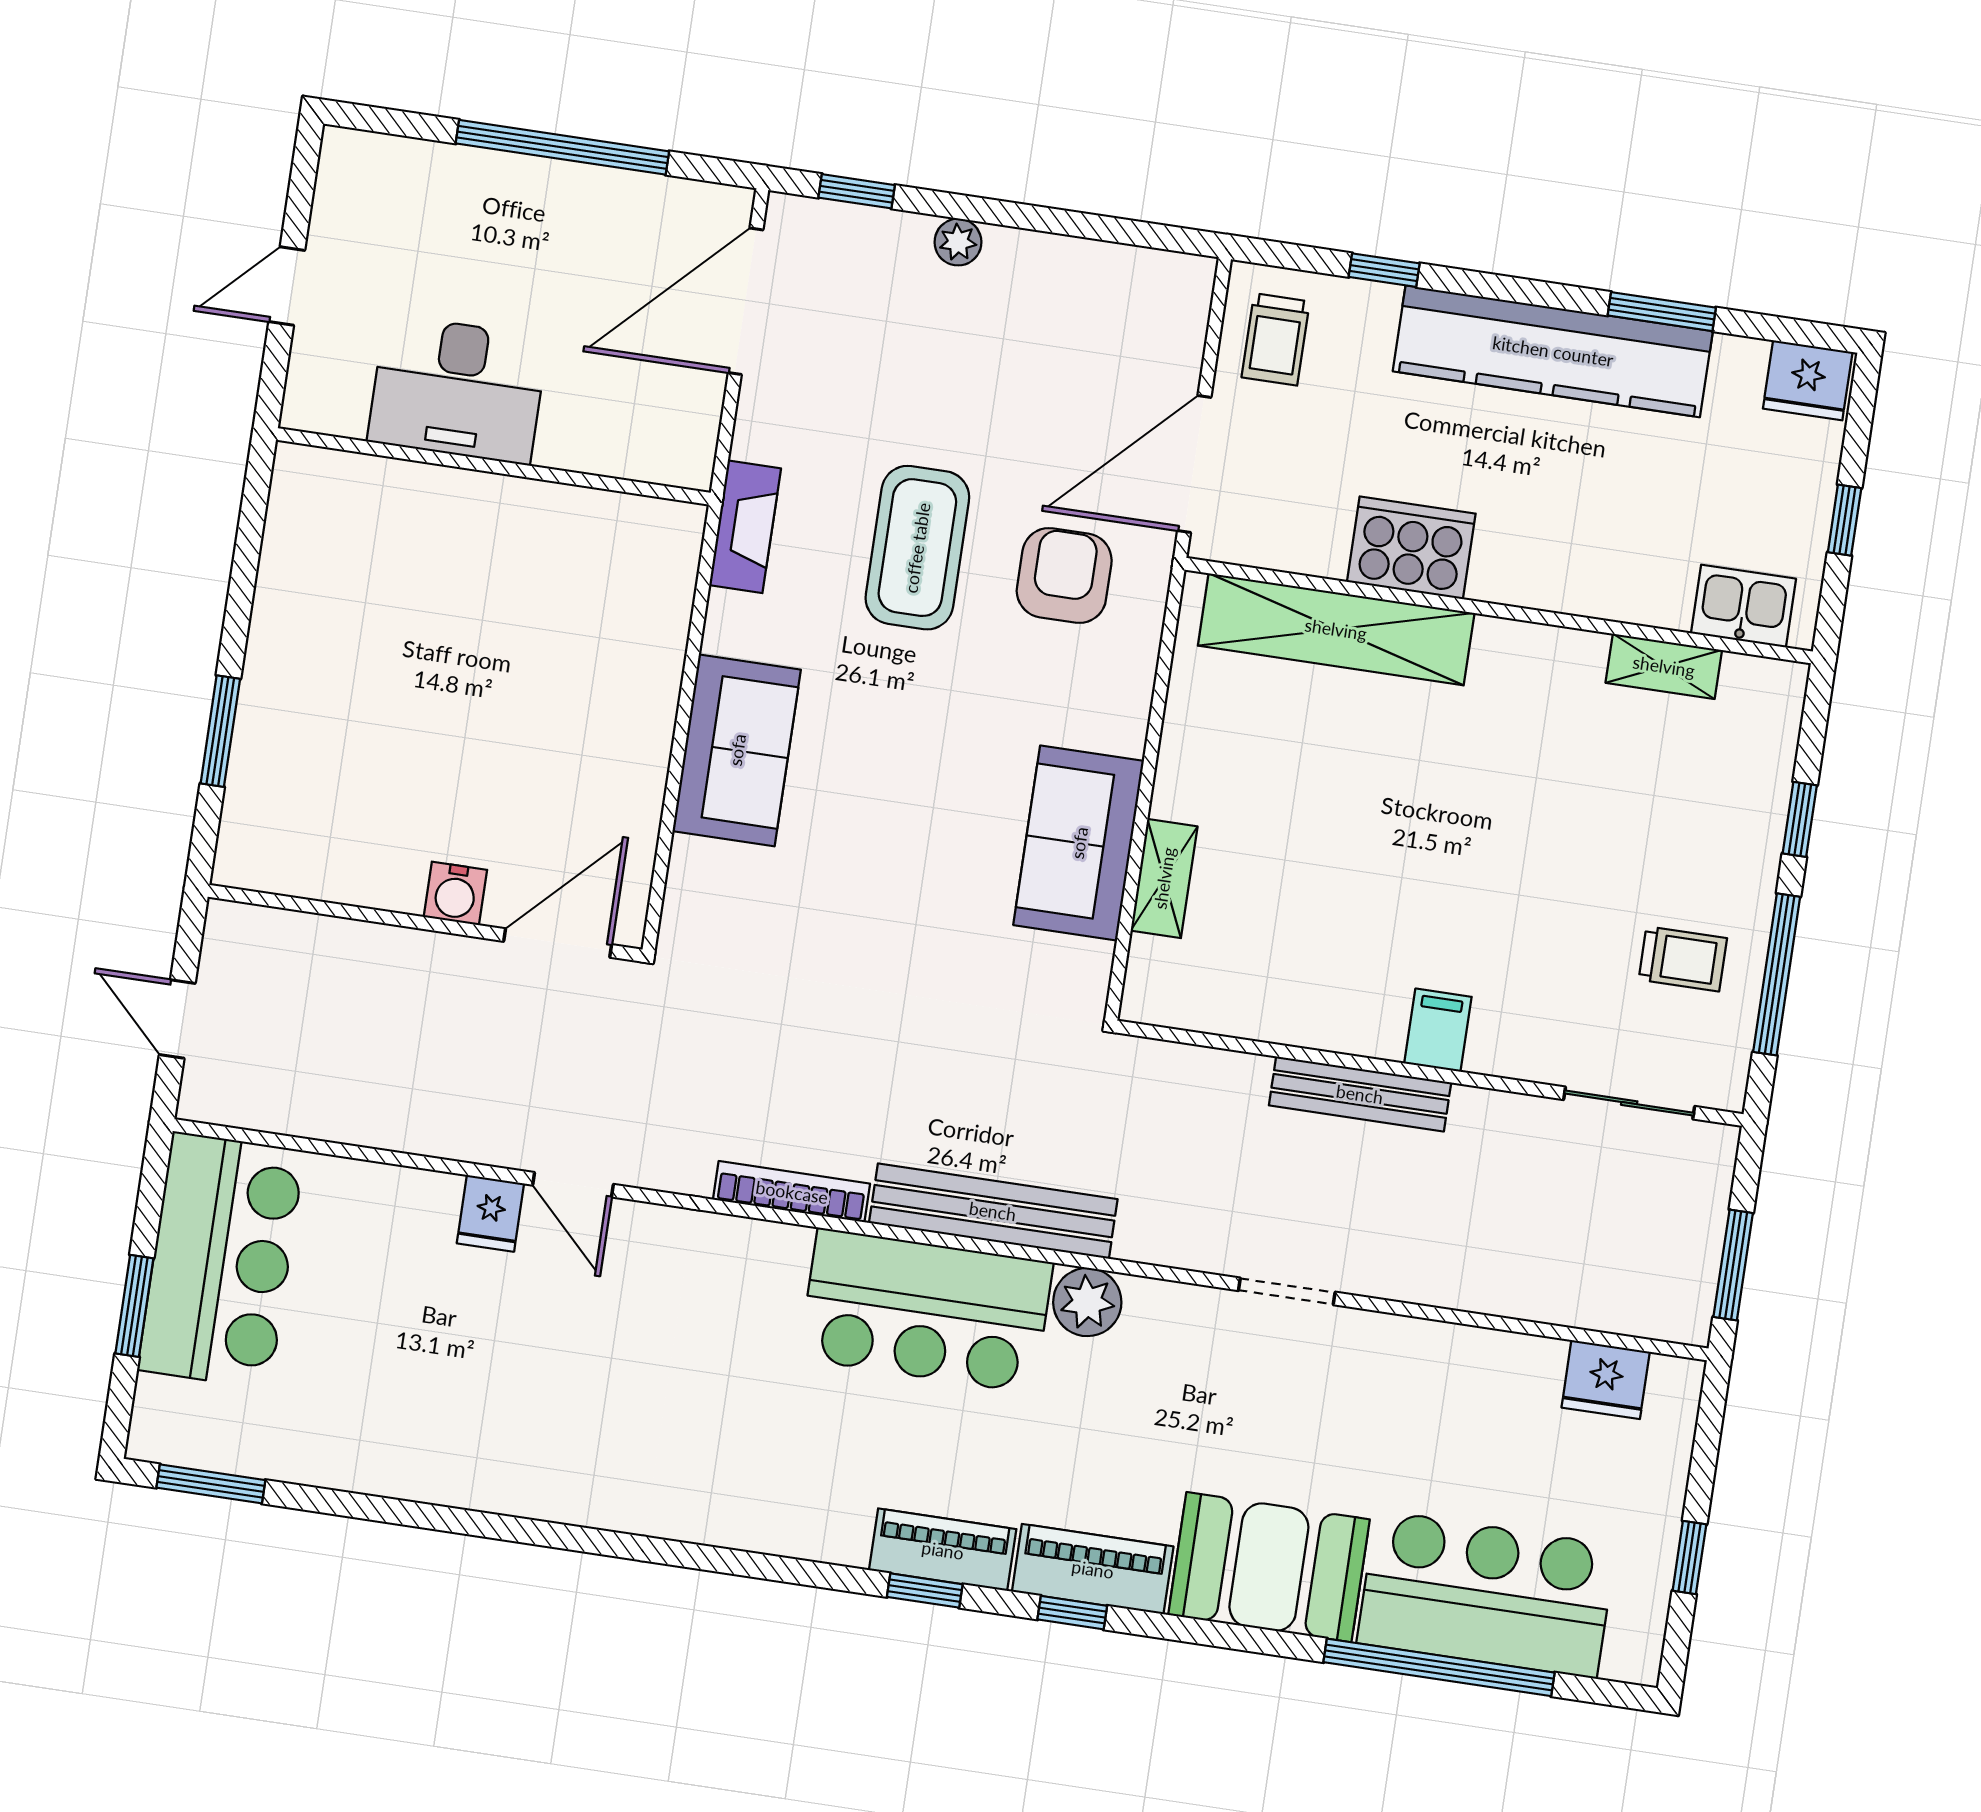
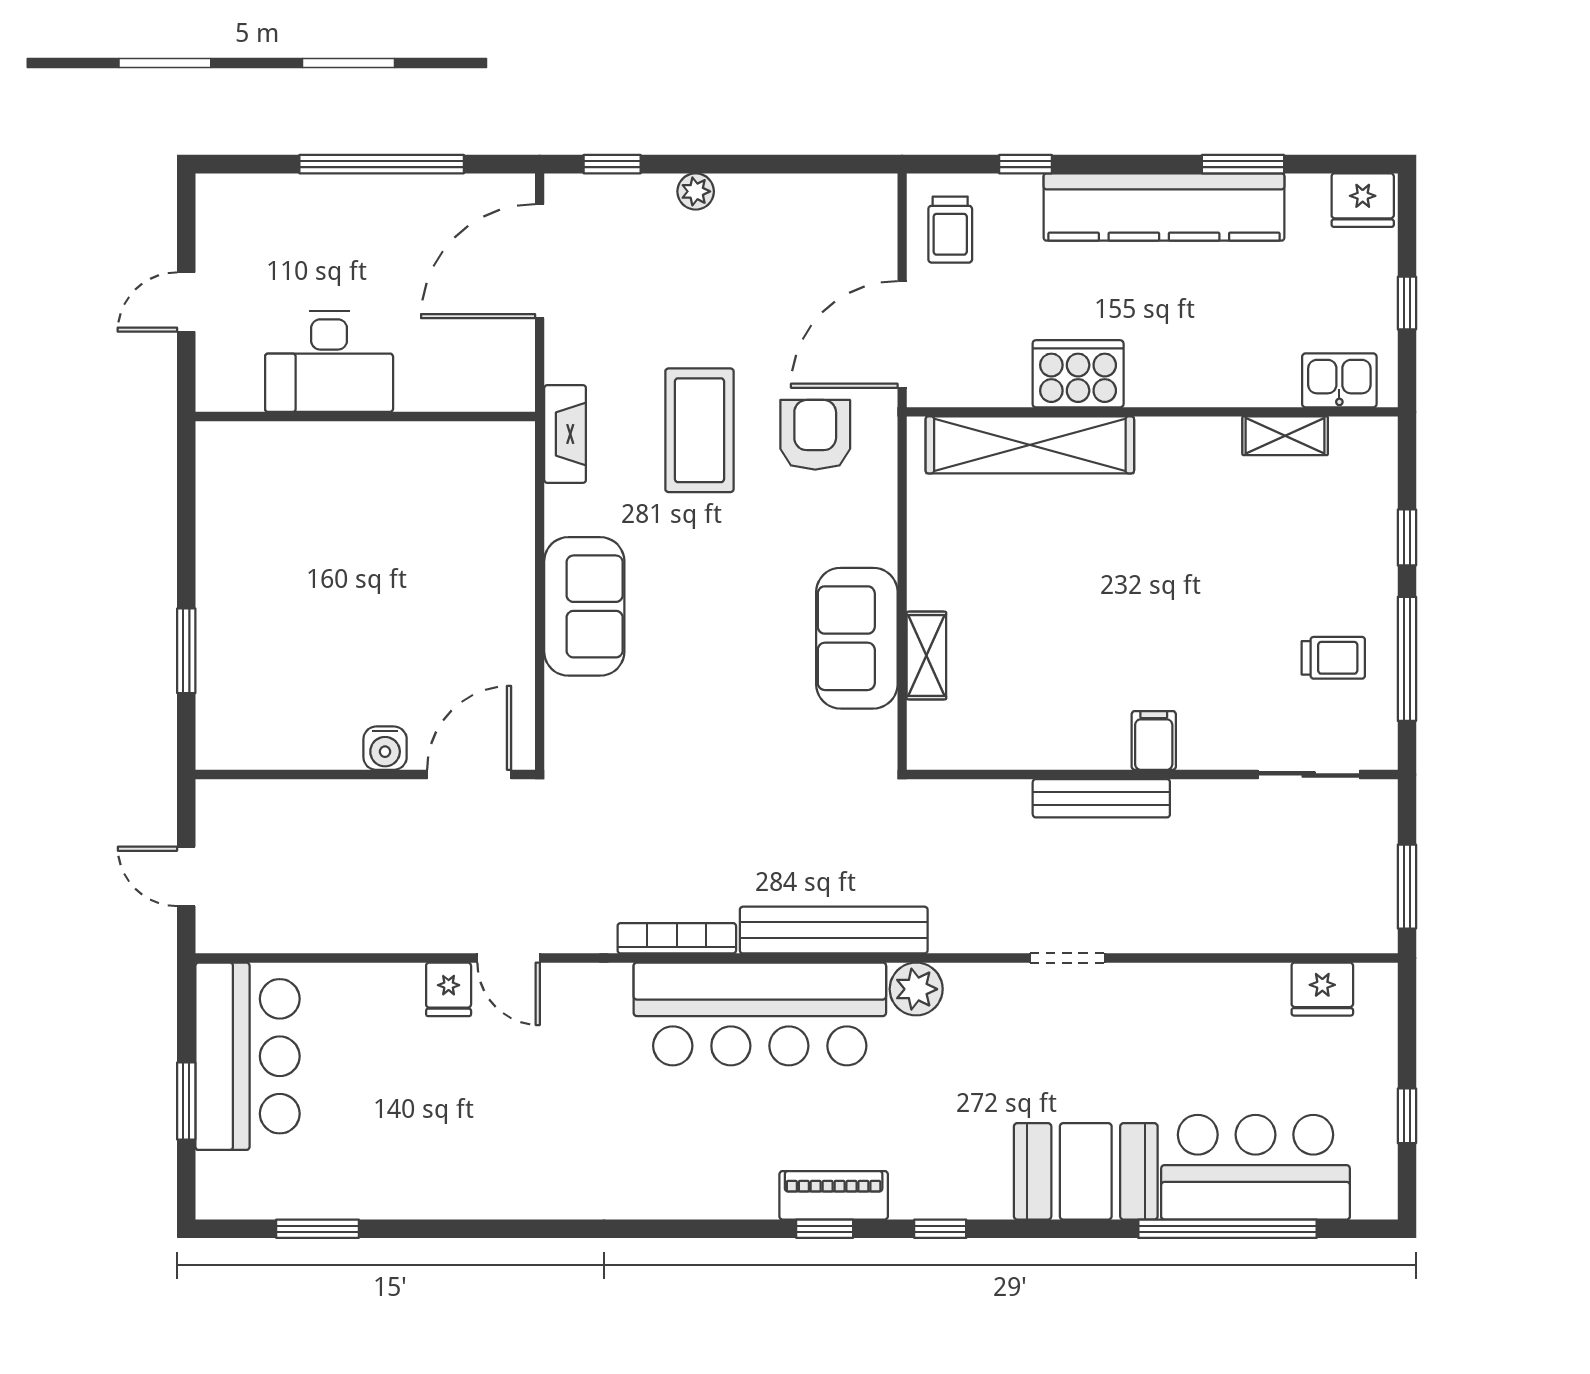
bar counter: (926, 1311) -> (760, 1014), width x1.36
window: (211, 1484) -> (318, 1229), moved
piano: (1093, 1569) -> (951, 1193), removed

